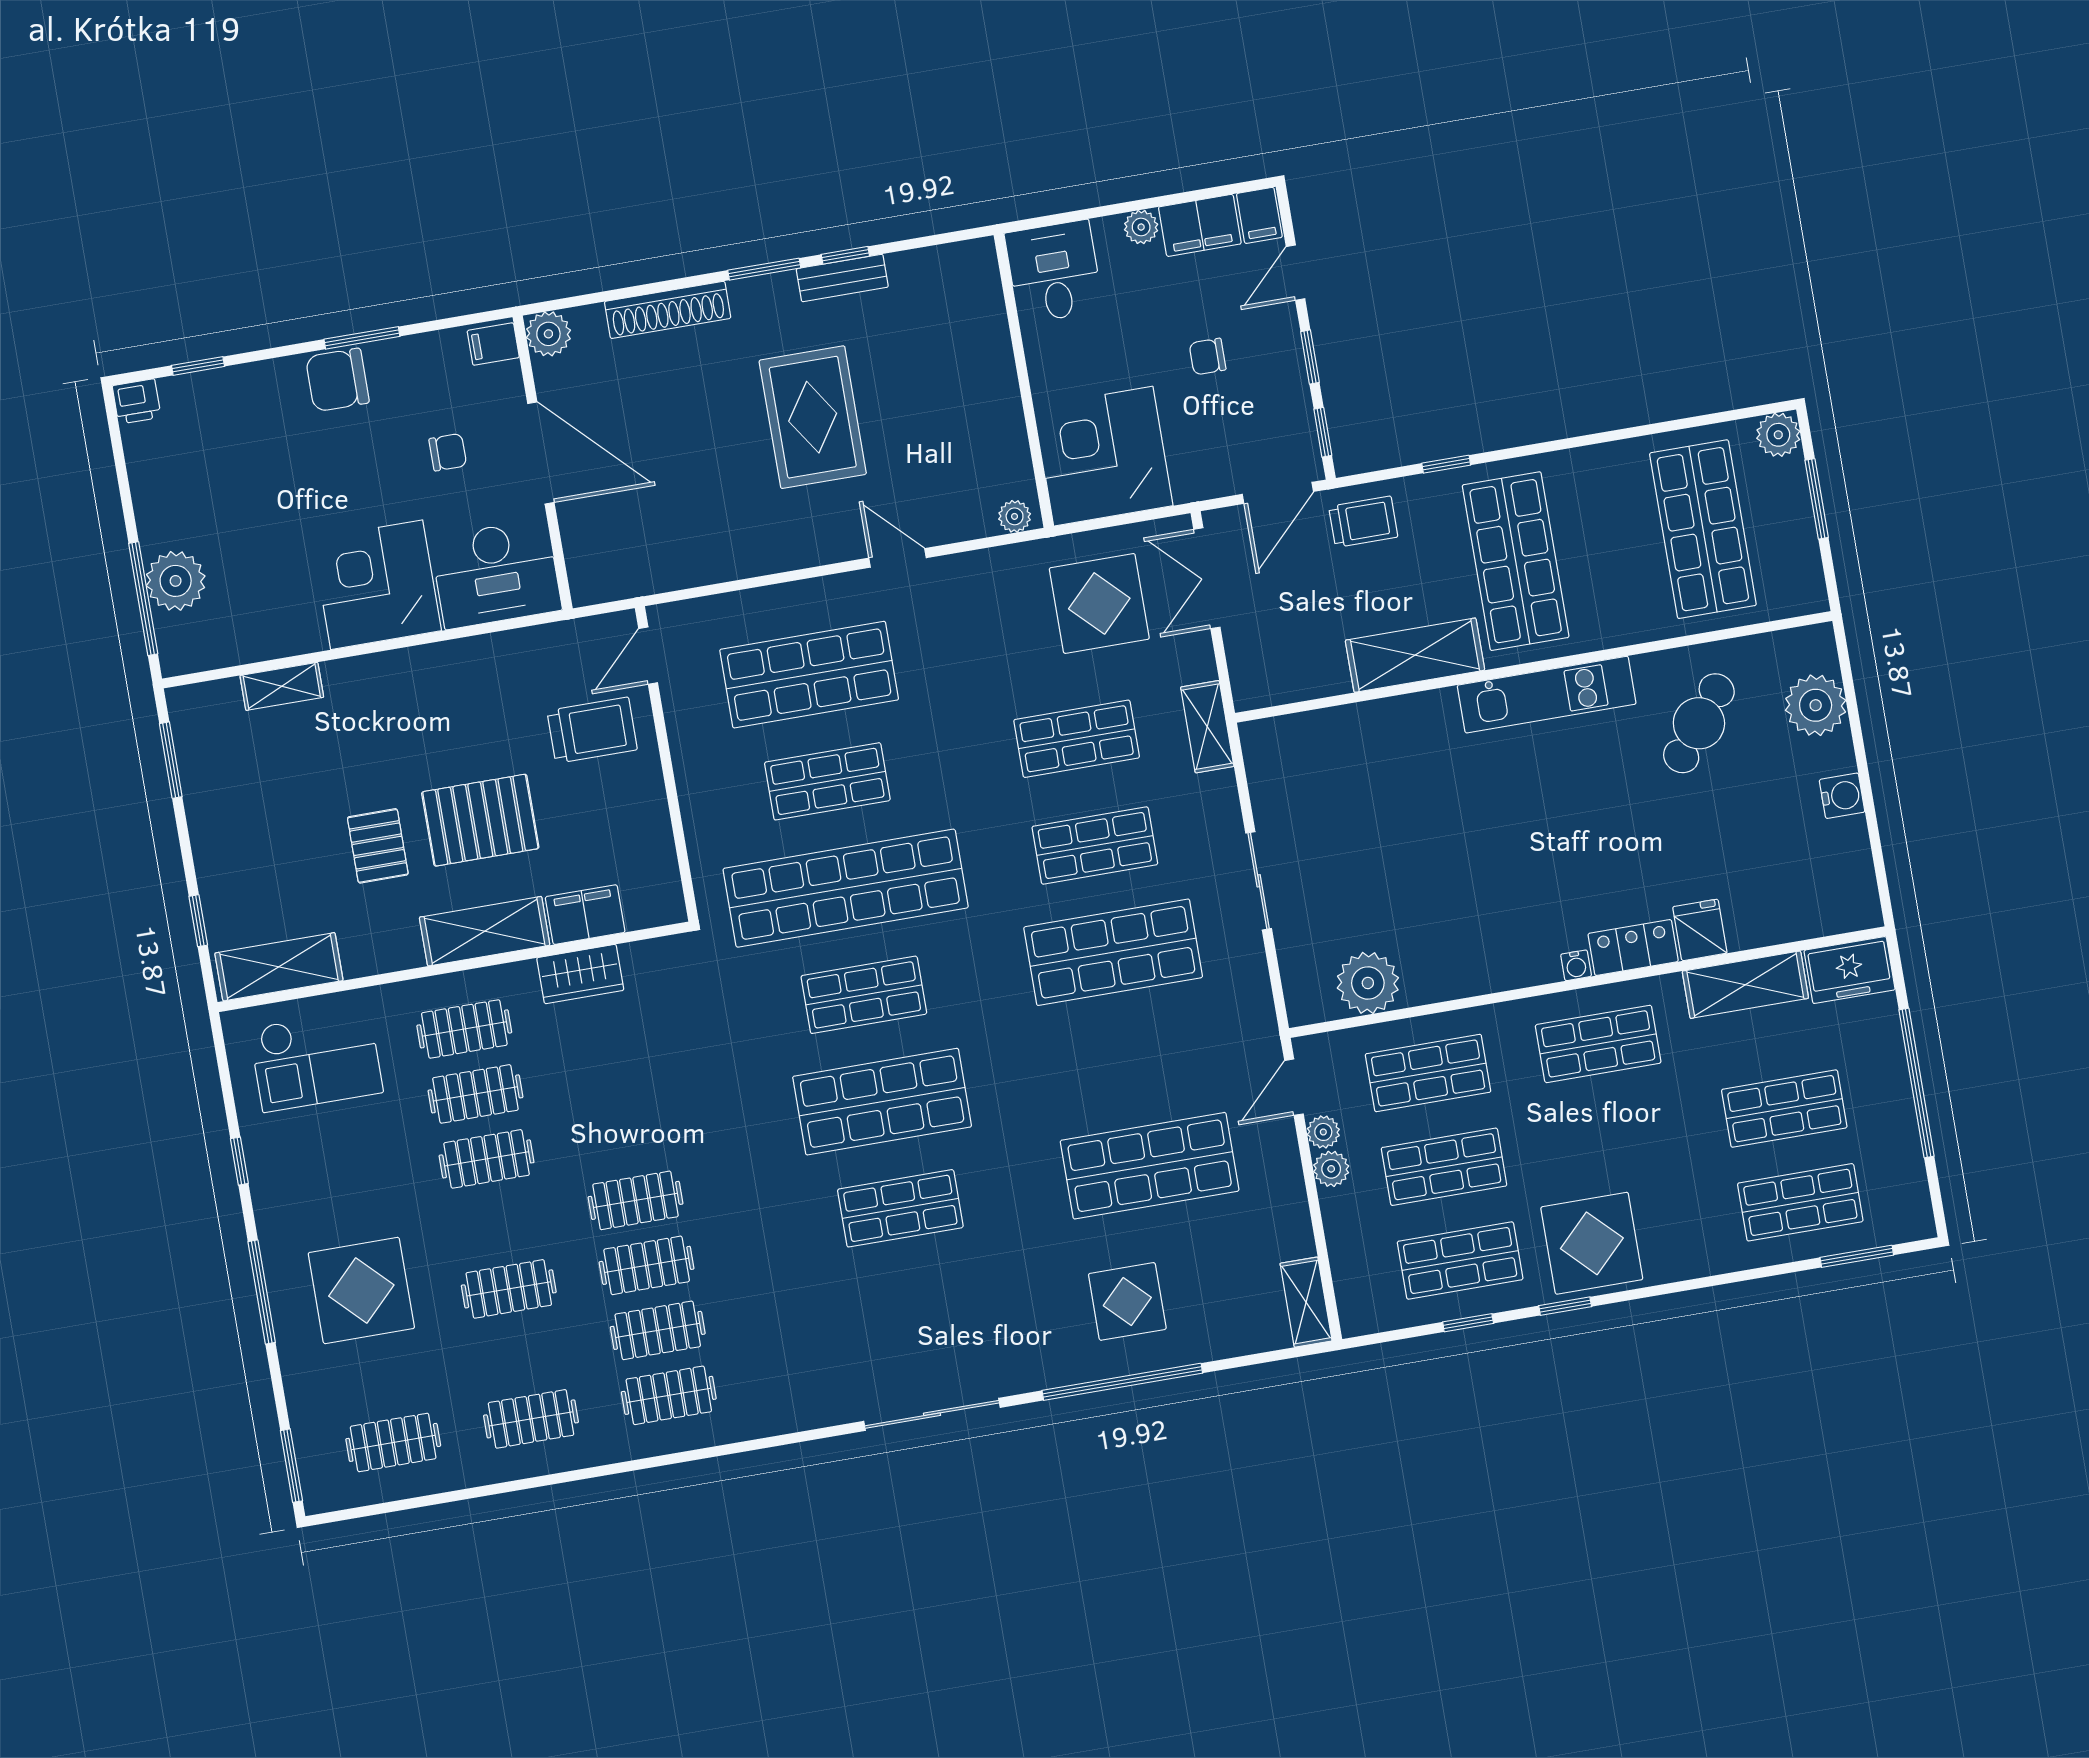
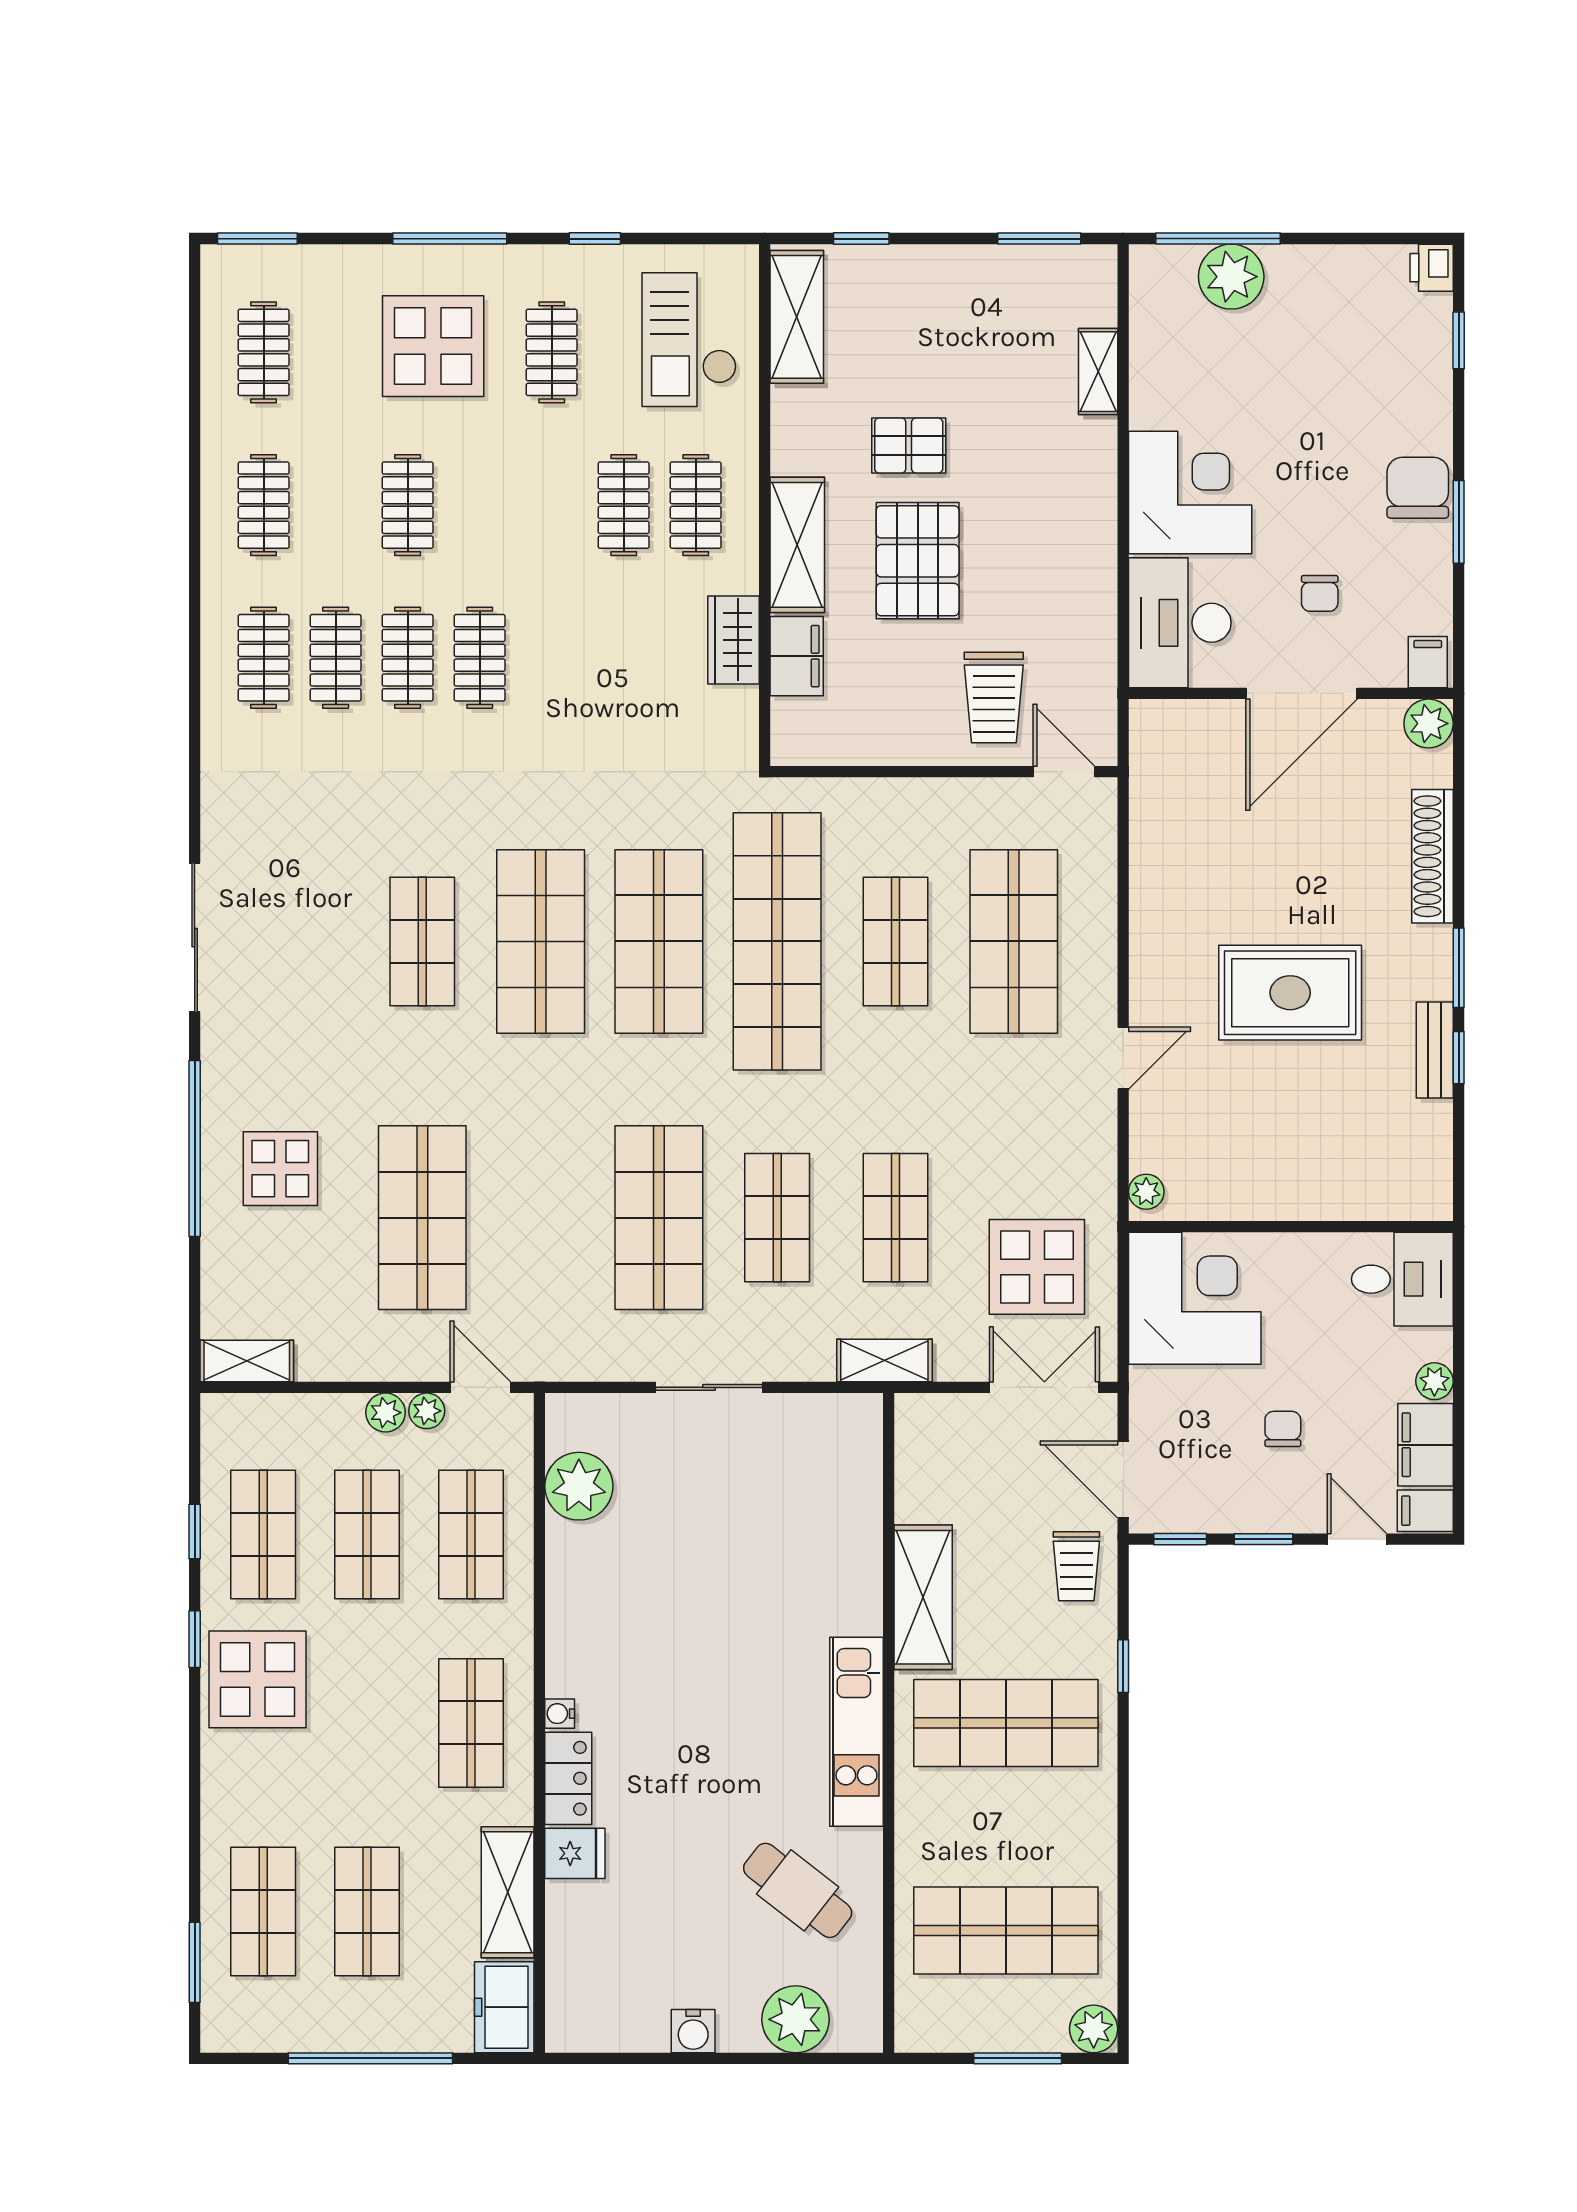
shop shelf: (864, 995) -> (659, 941), width x1.43, depth x1.36
clothes rail: (487, 1159) -> (552, 352), moved

